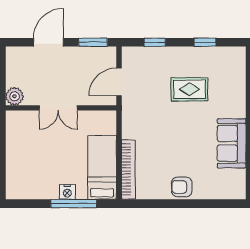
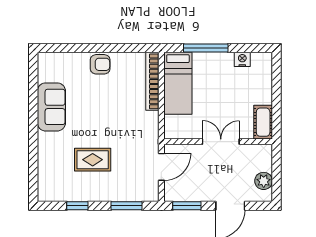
window: (155, 42) -> (126, 206), width x1.50
plant: (15, 96) -> (264, 181), moved
cot: (15, 128) -> (263, 122), added
nightstand: (67, 192) -> (242, 59), moved

